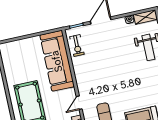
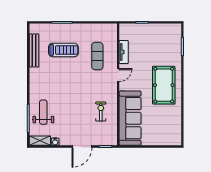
exercise bike: (77, 45) -> (101, 111), moved

